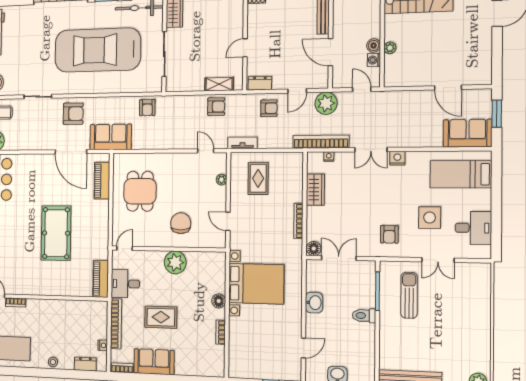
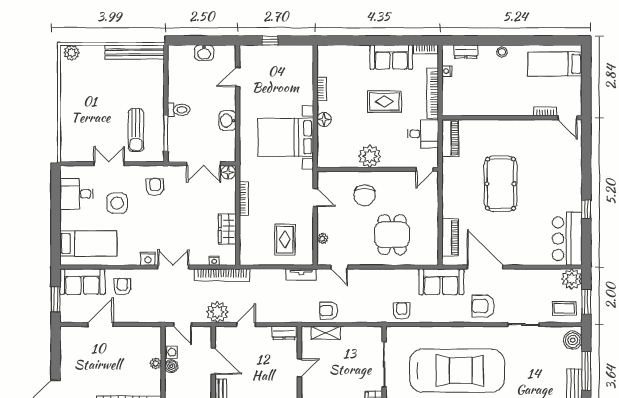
door: (448, 88) -> (101, 324), hinge flipped
armchair: (269, 108) -> (122, 287), moved, turned 90
dining table: (140, 191) -> (392, 235), moved

